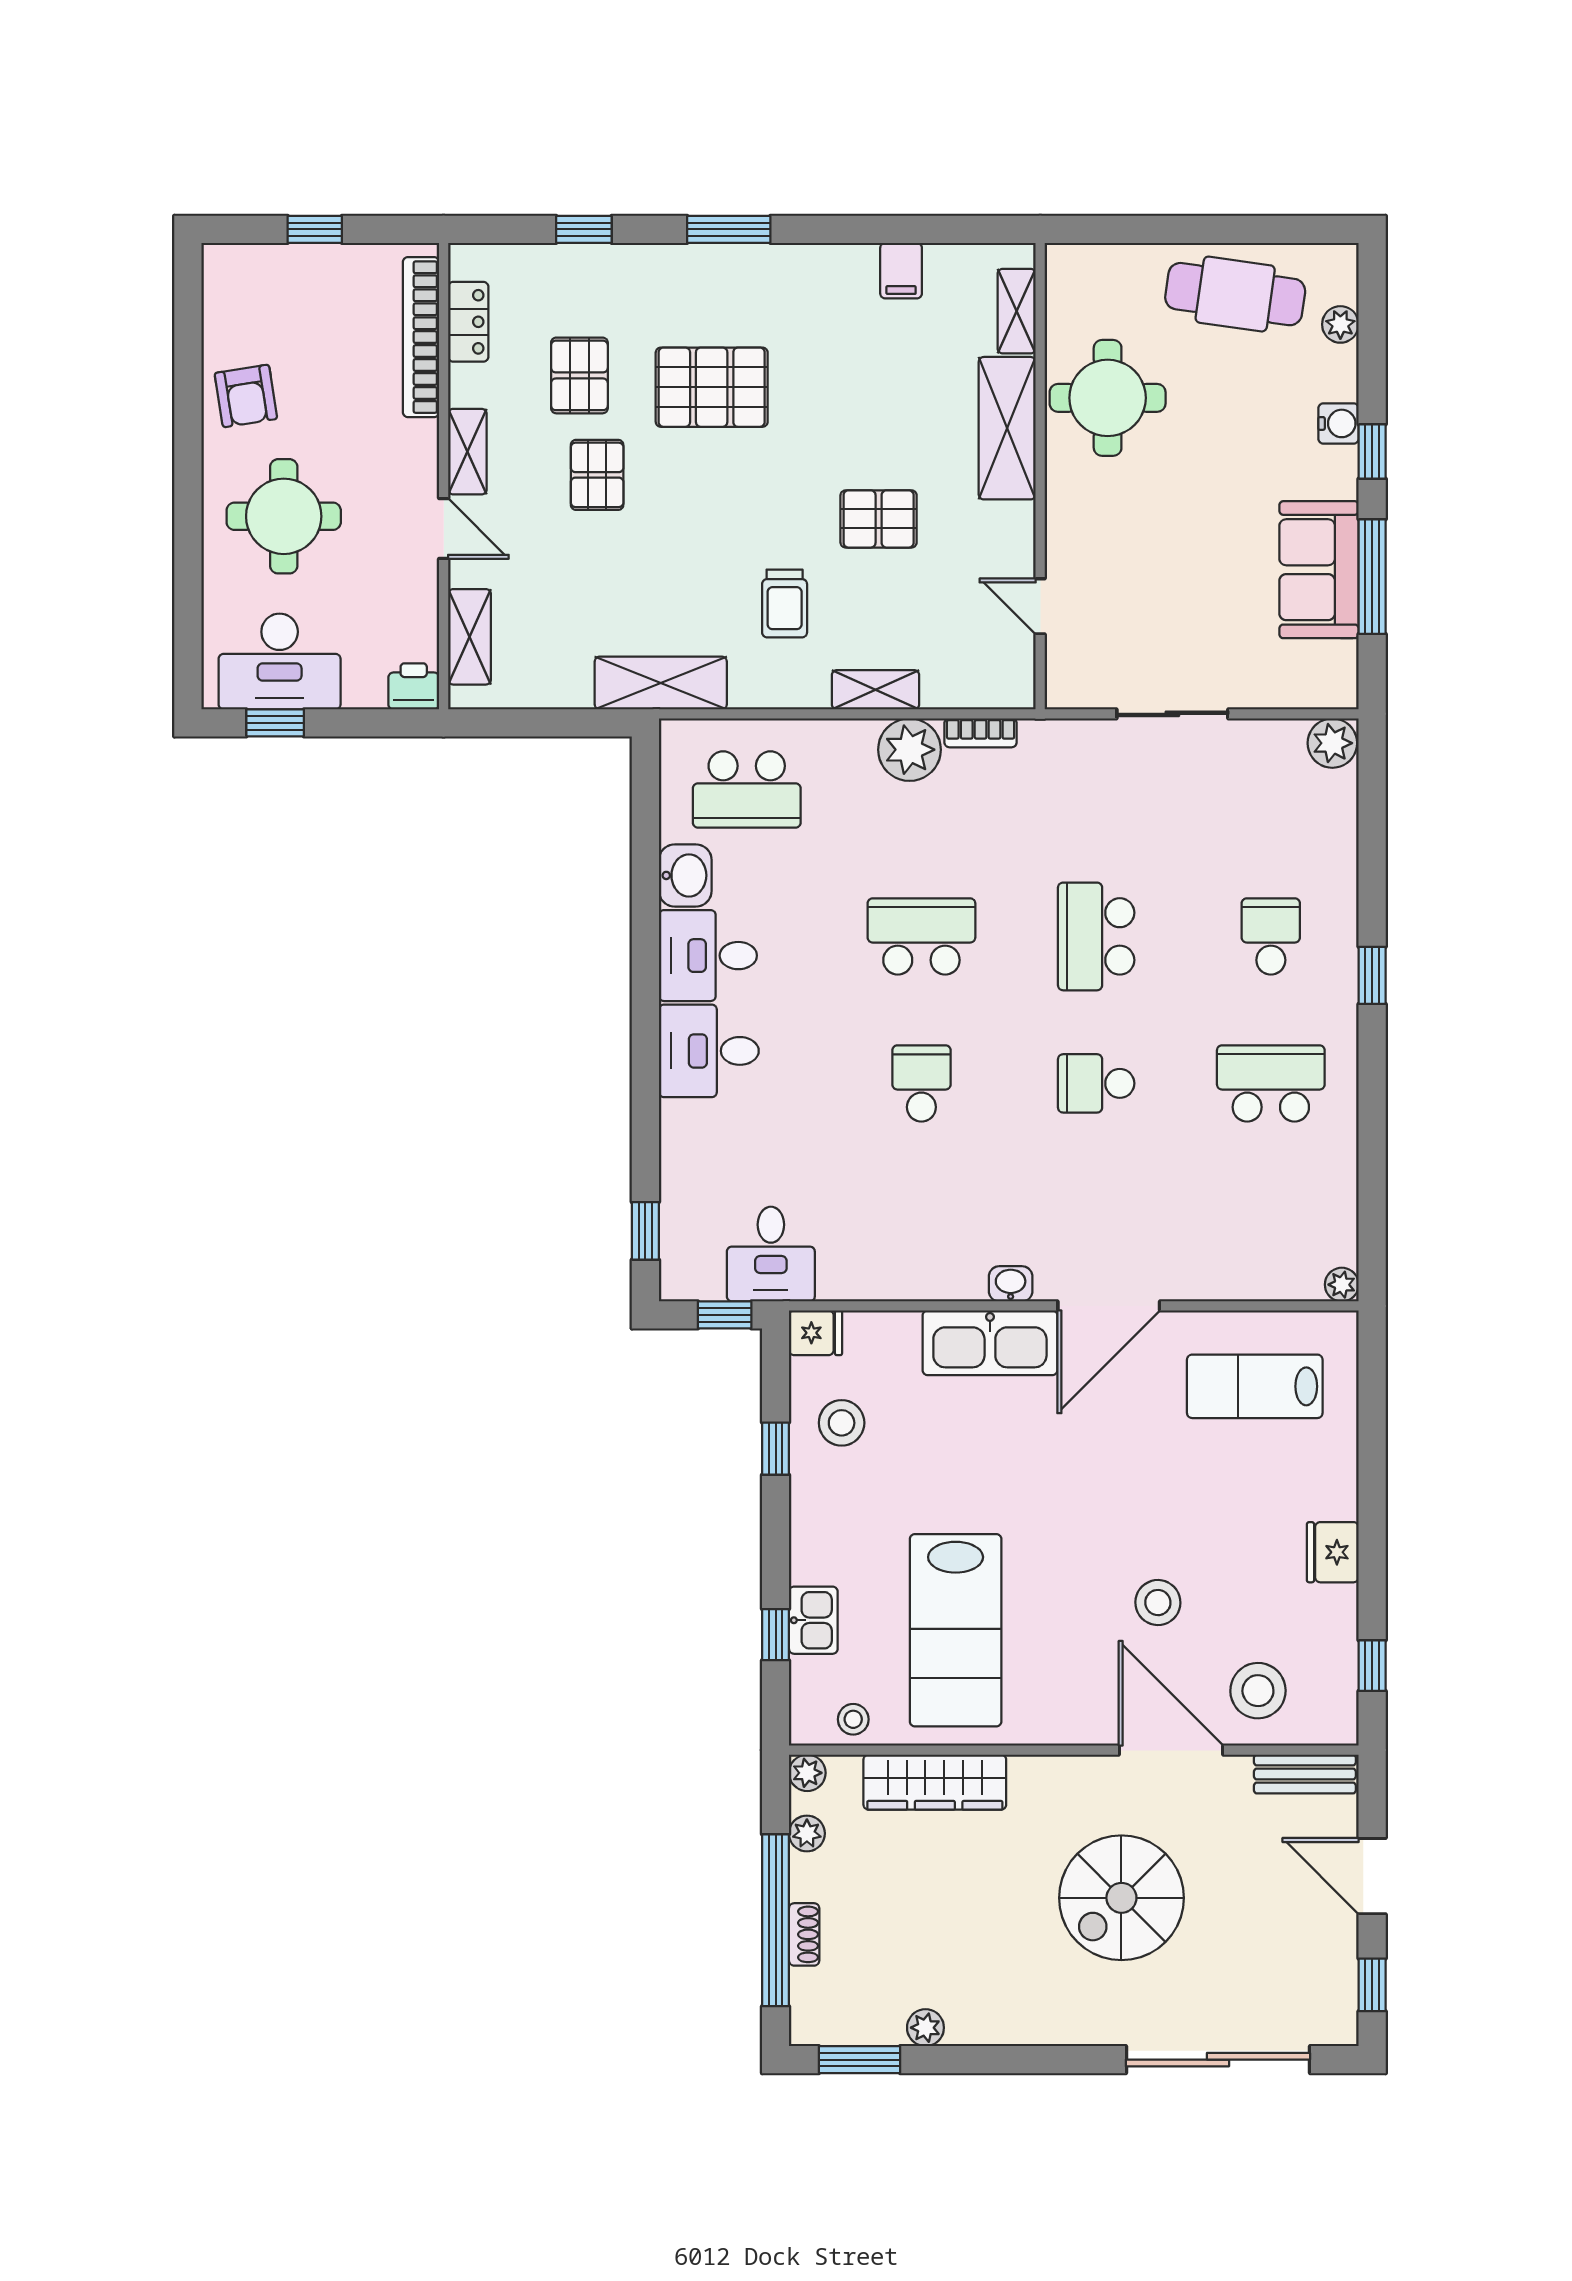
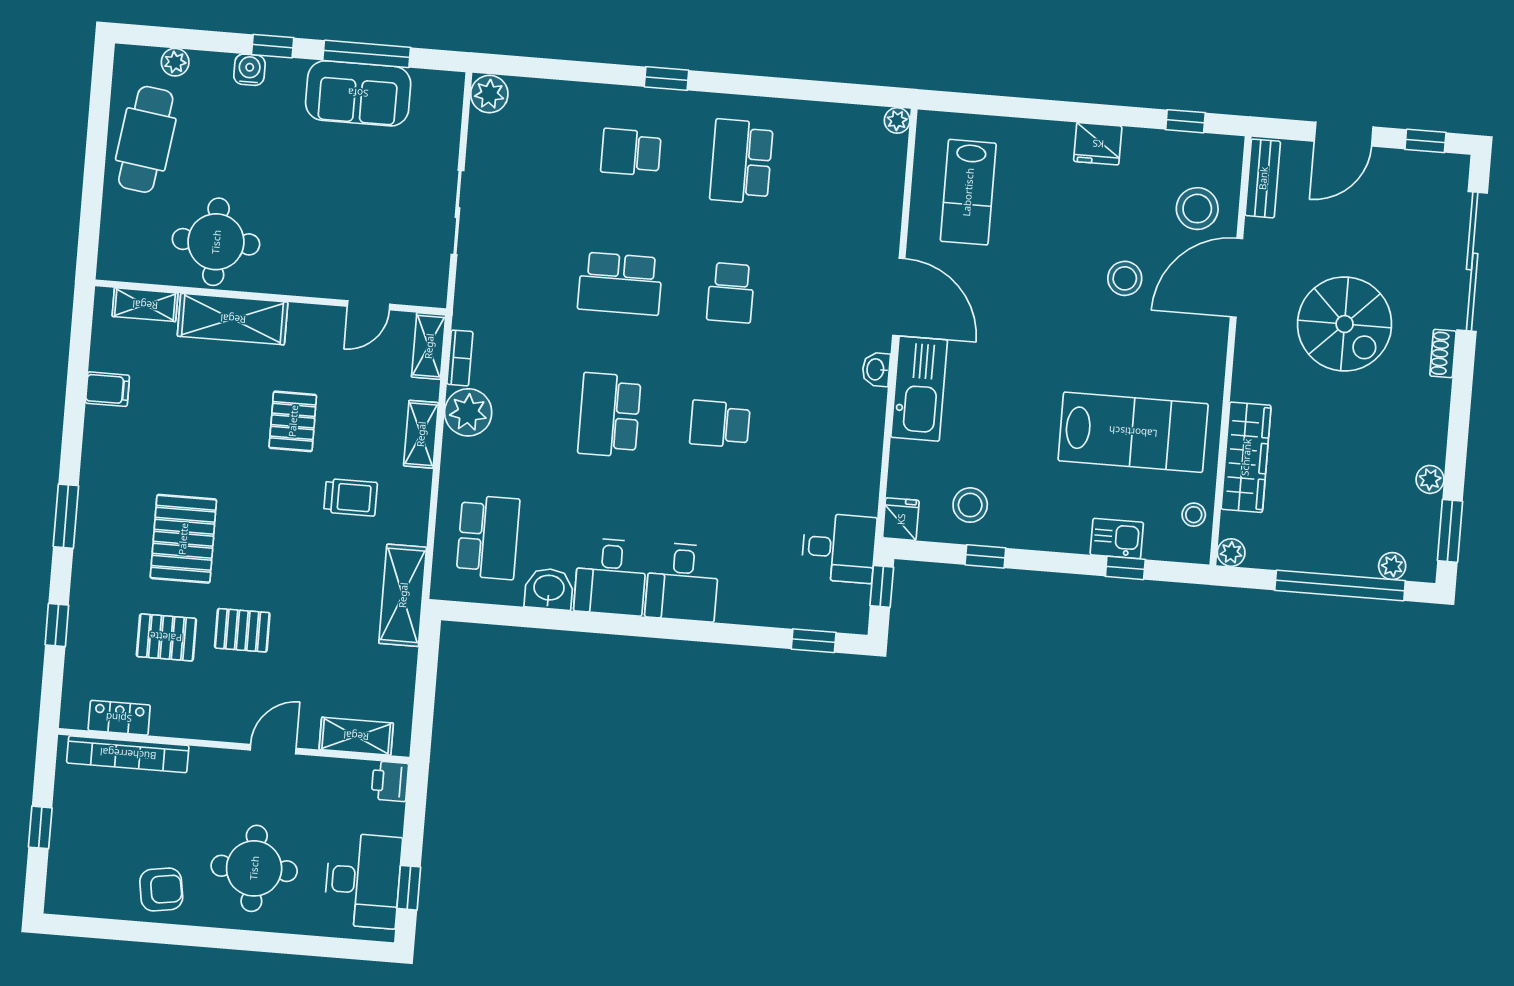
shelving: (467, 452) -> (429, 346), moved, turned 90
plant: (807, 1833) -> (1392, 566), moved
shoe rack: (804, 1934) -> (1443, 353), moved, turned -90

